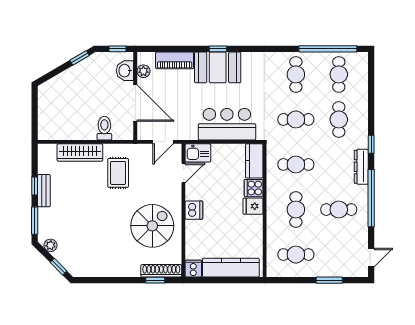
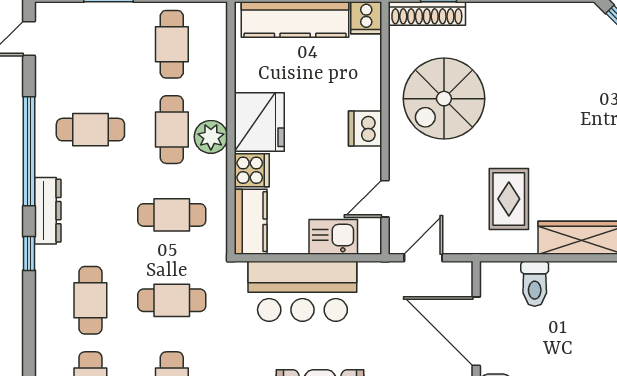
kitchen sink: (198, 153) -> (333, 237), moved
fridge: (253, 206) -> (259, 122), width x1.88, depth x1.34
plant: (275, 206) -> (211, 137), added
cafe table: (296, 255) -> (172, 44), turned 90

